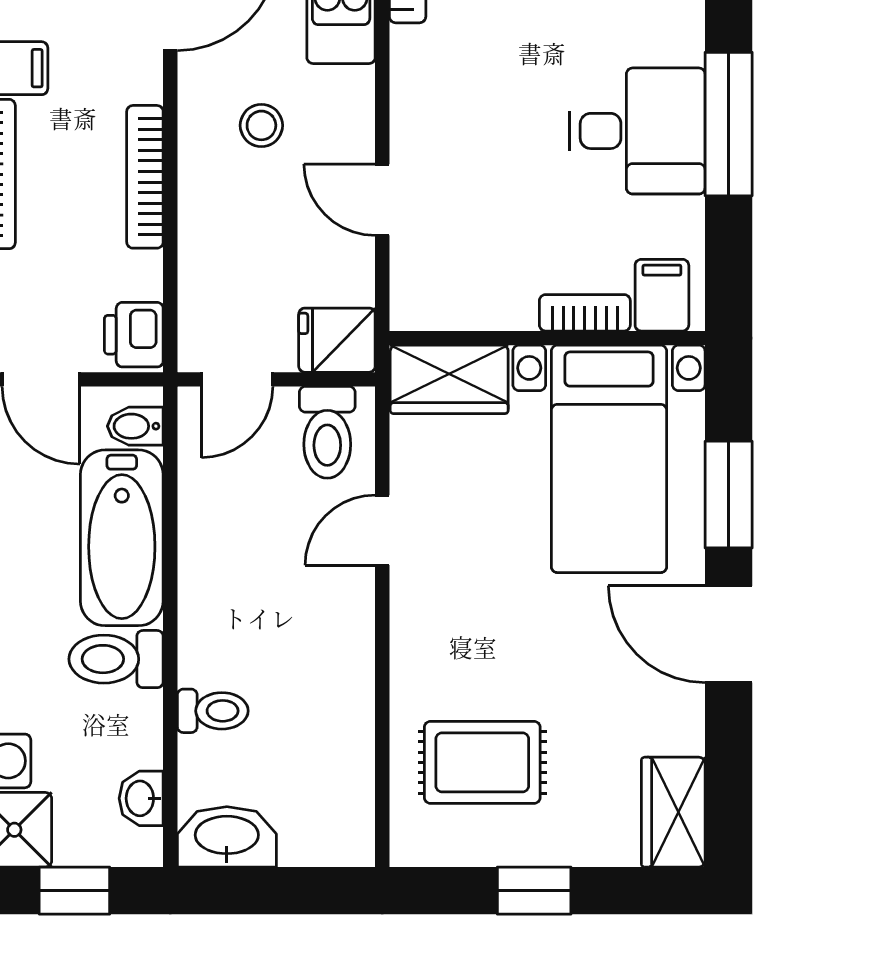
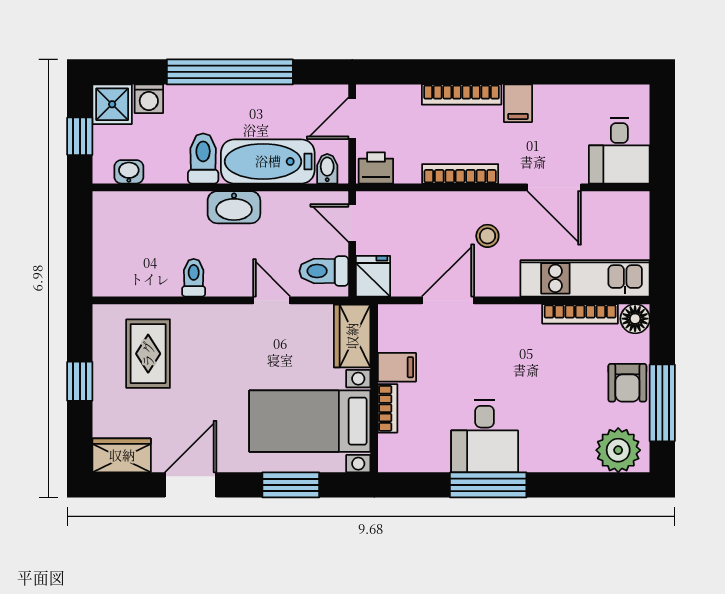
door: (382, 200) -> (448, 300), width x1.38
filing cabinet: (662, 295) -> (397, 367), moved
door: (729, 634) -> (191, 485), moved
toilet: (213, 711) -> (194, 278), moved, turned 180
washbasin: (227, 837) -> (234, 207), moved, turned 90

